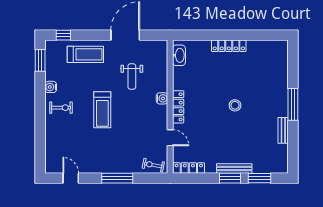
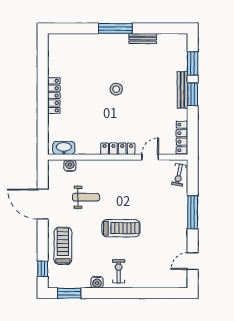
water cooler: (162, 98) -> (70, 166), moved

